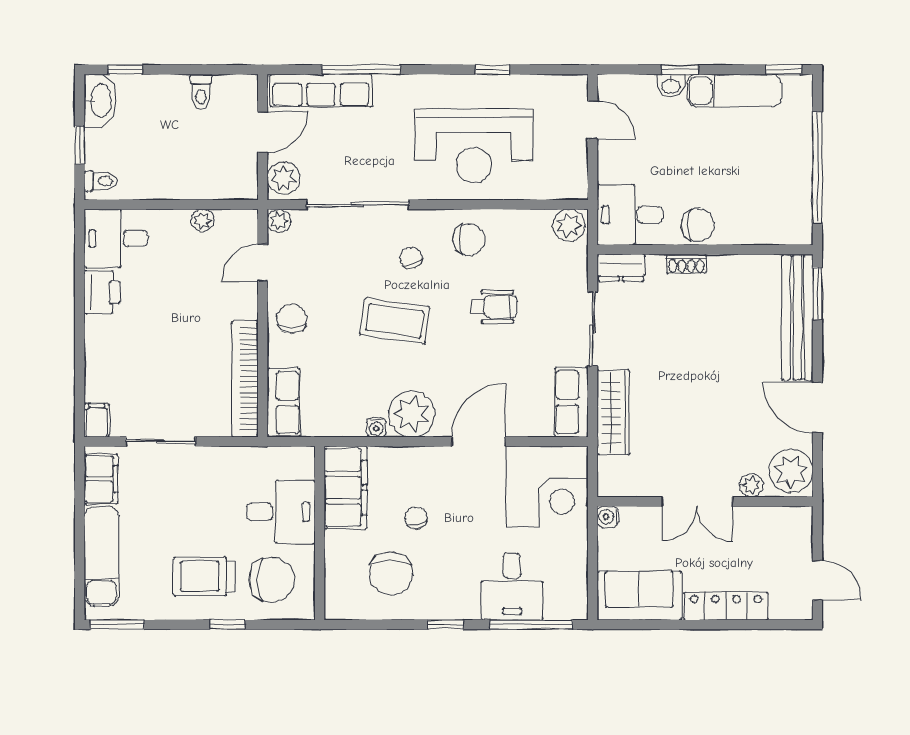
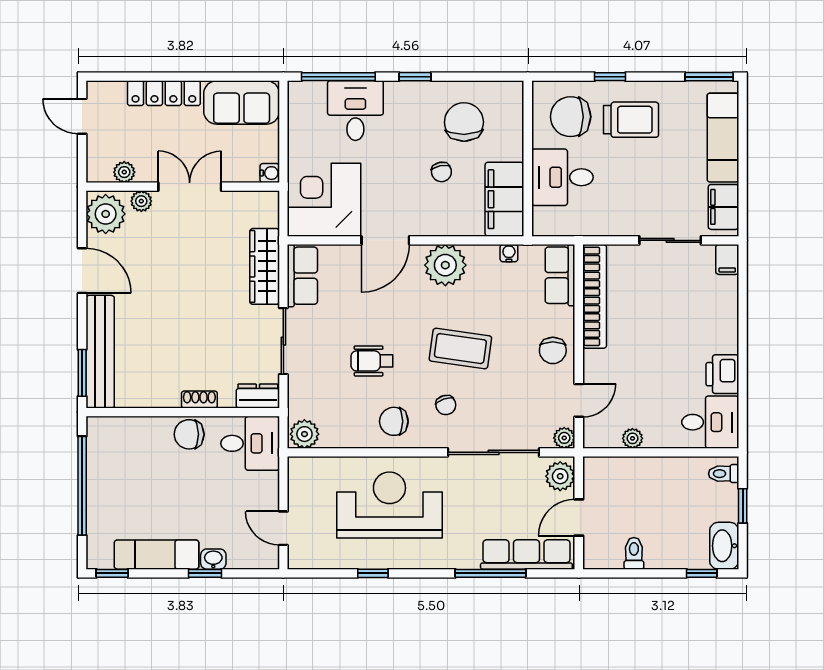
water cooler: (376, 427) -> (509, 253), moved
plant: (770, 518) -> (124, 172), added

